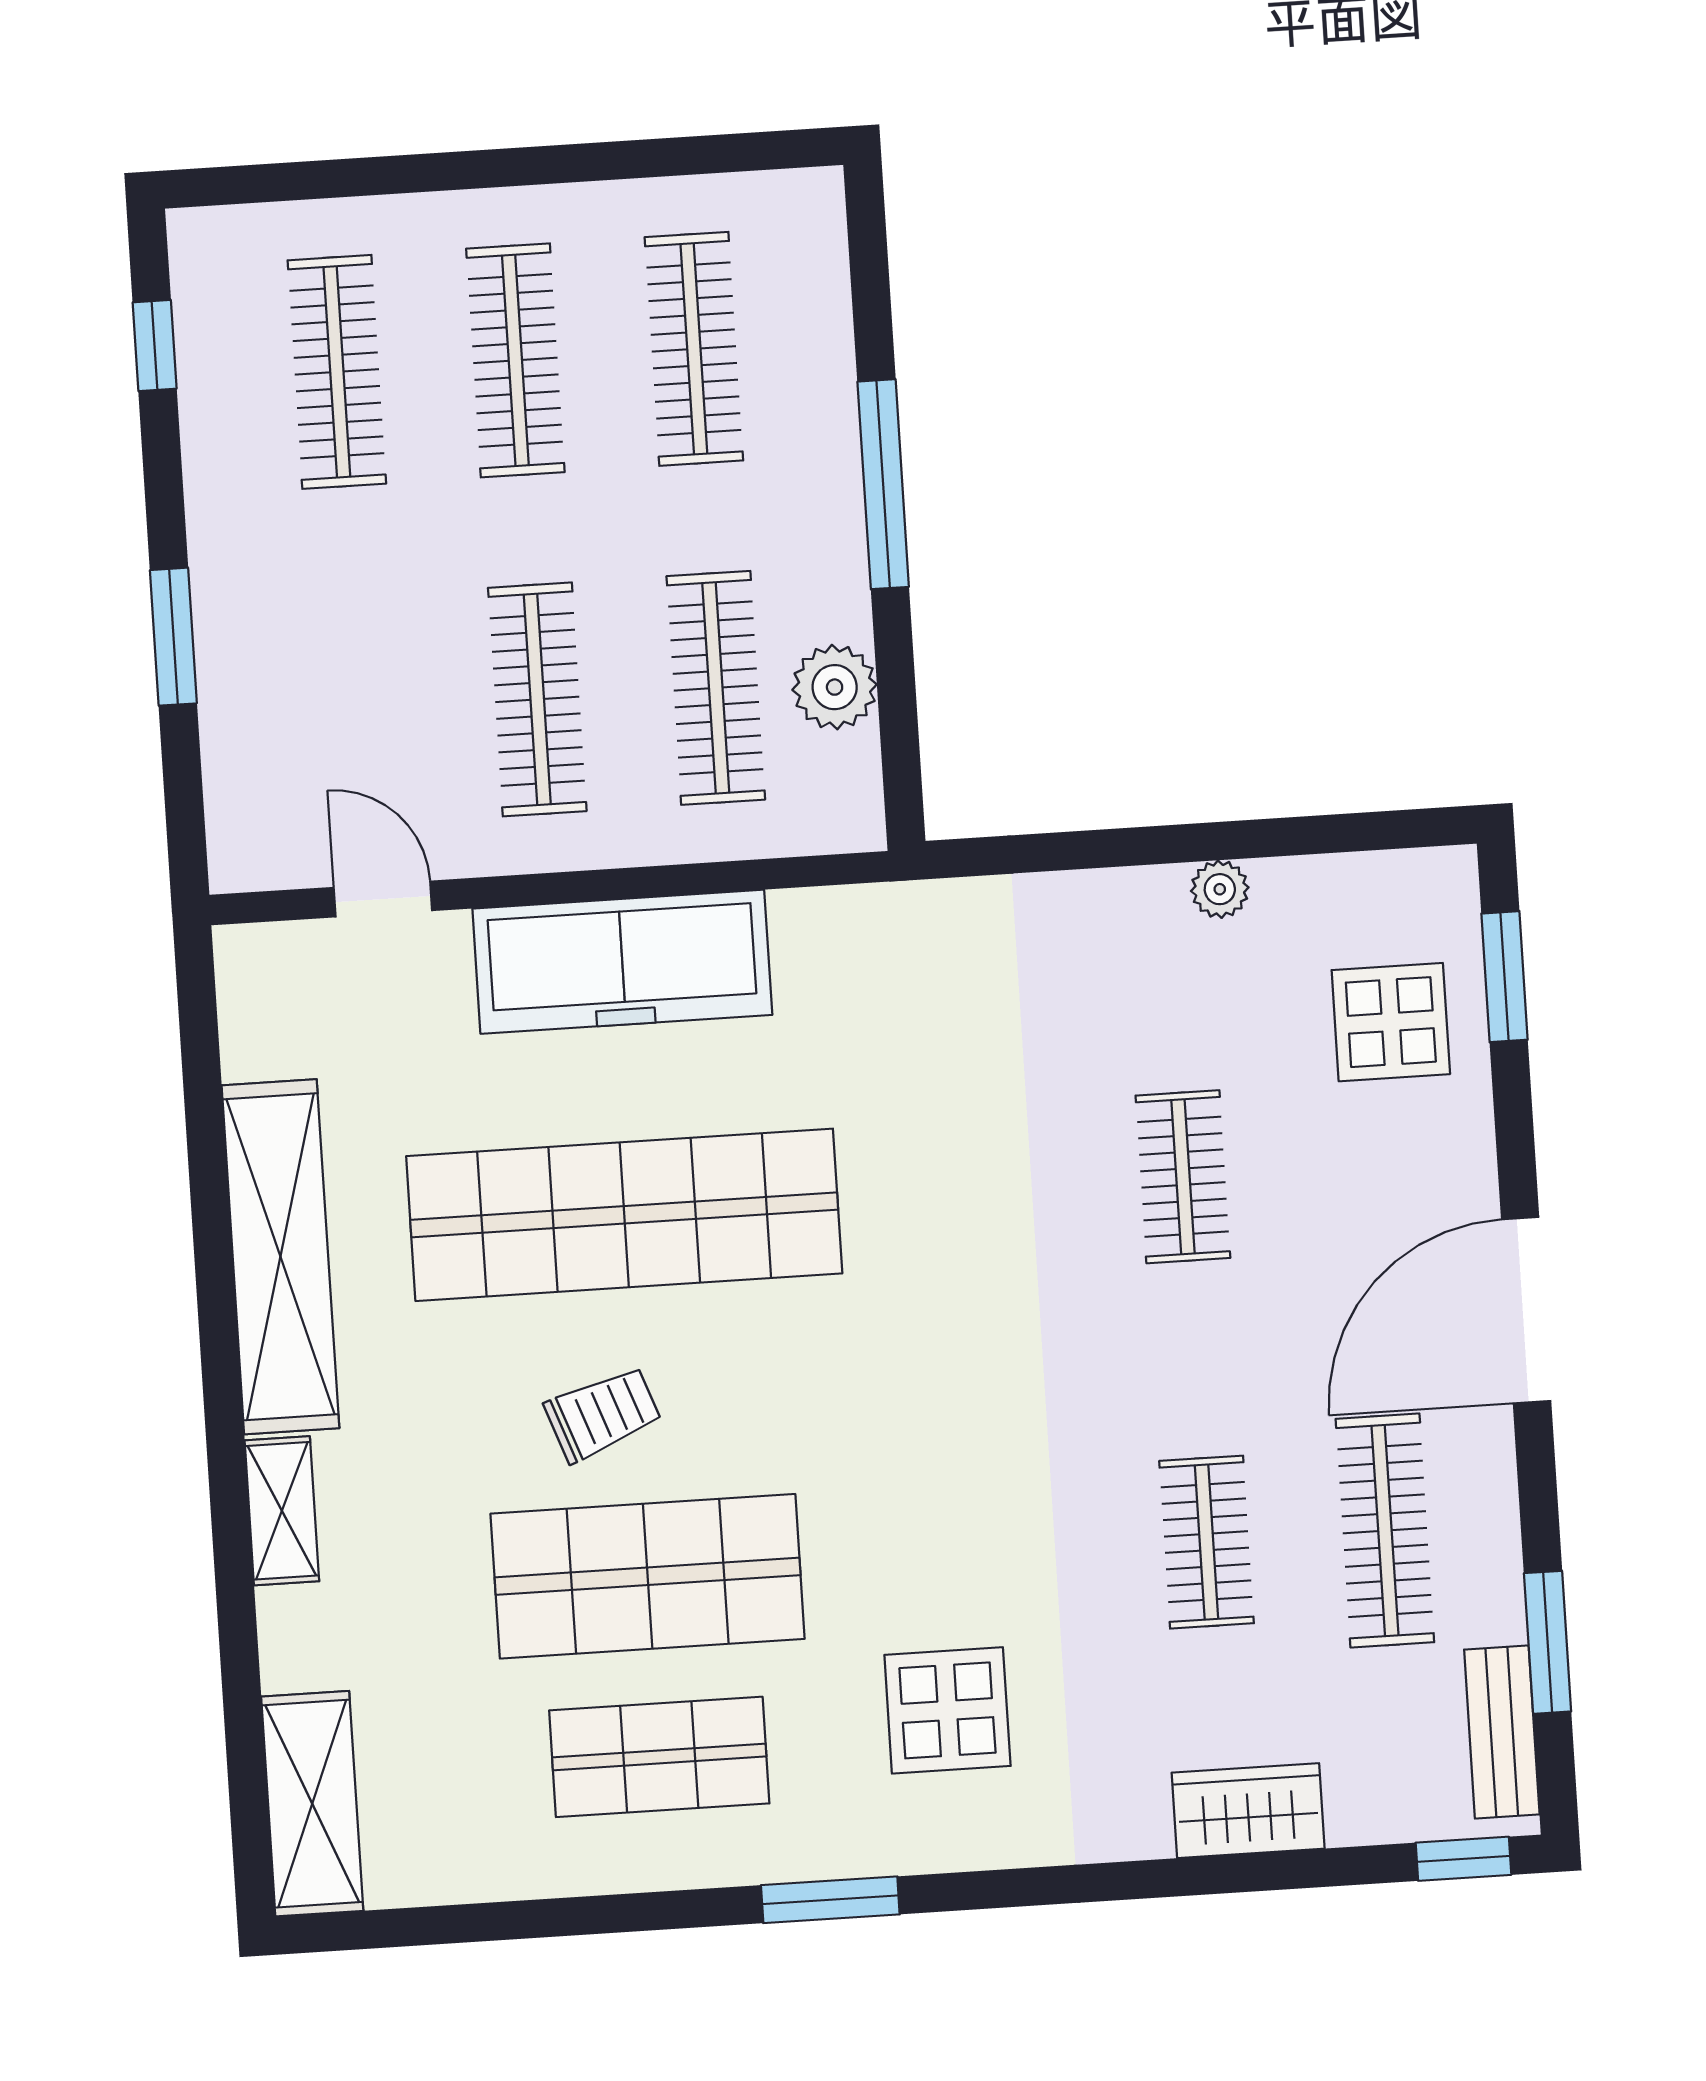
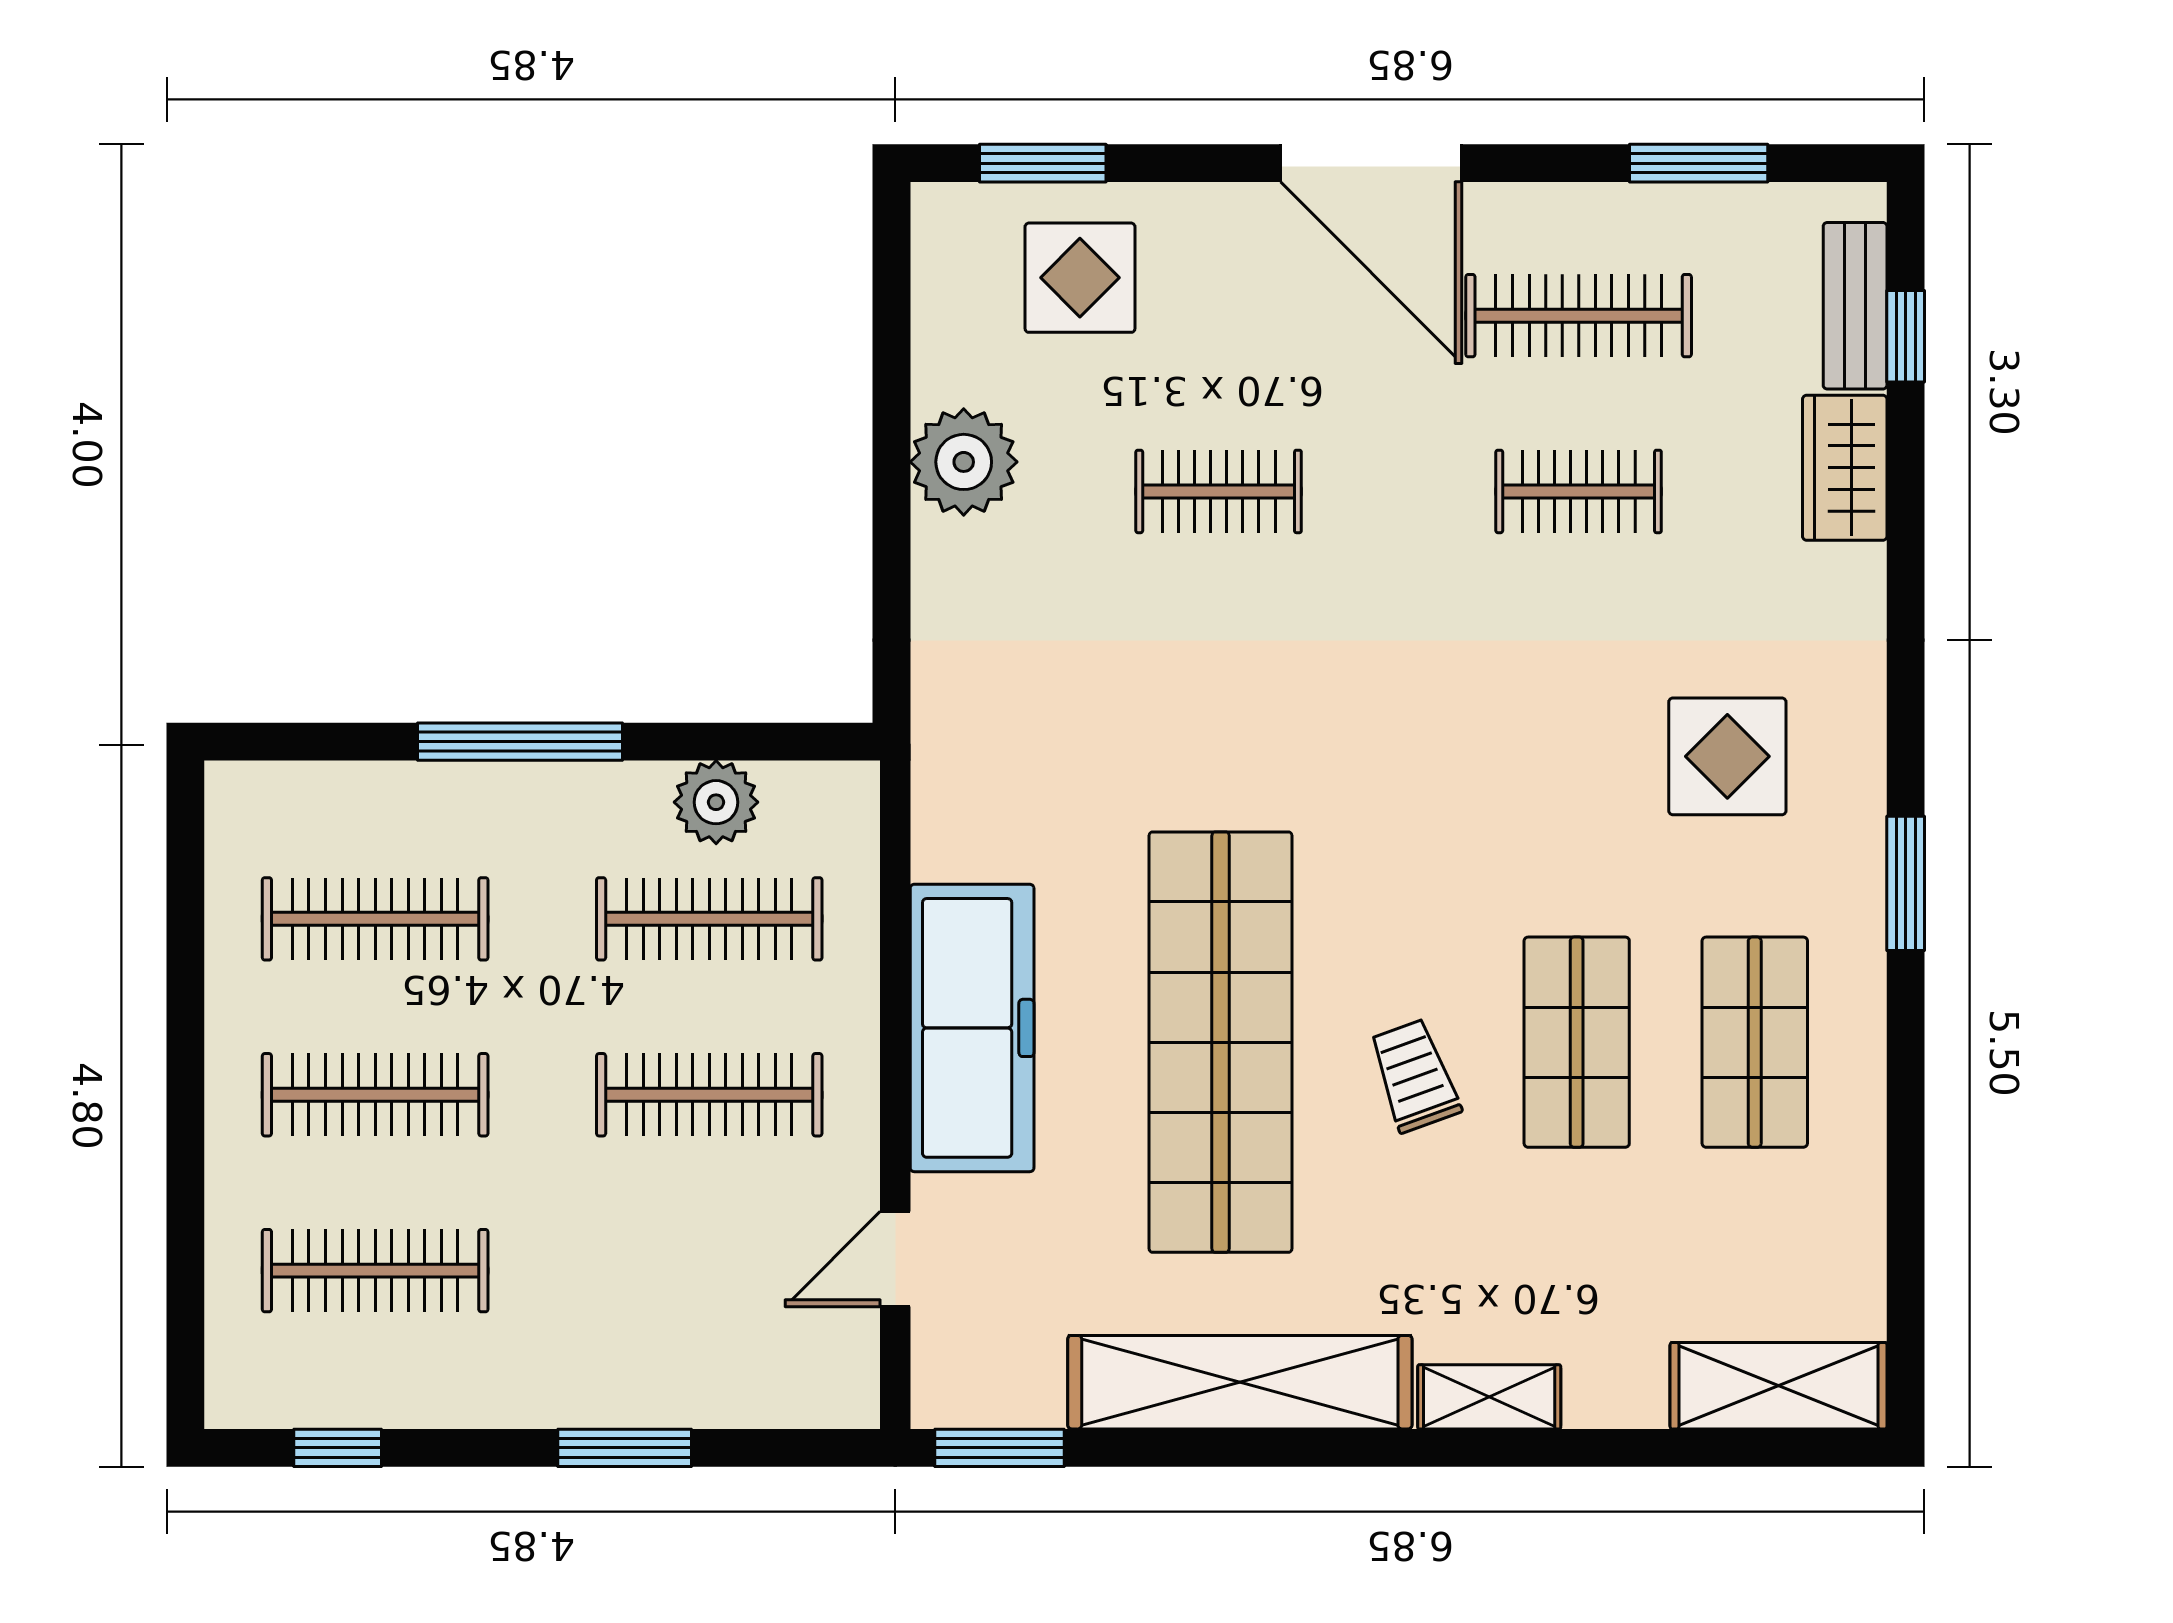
plant: (1220, 889) -> (964, 462), width x1.88, depth x1.88
window: (198, 1017) -> (1000, 1448), added
shop shelf: (648, 1576) -> (1577, 1042), width x0.70, depth x0.74
bench: (1502, 1732) -> (1855, 306), moved, turned 90
window: (1463, 1859) -> (1906, 336), moved

